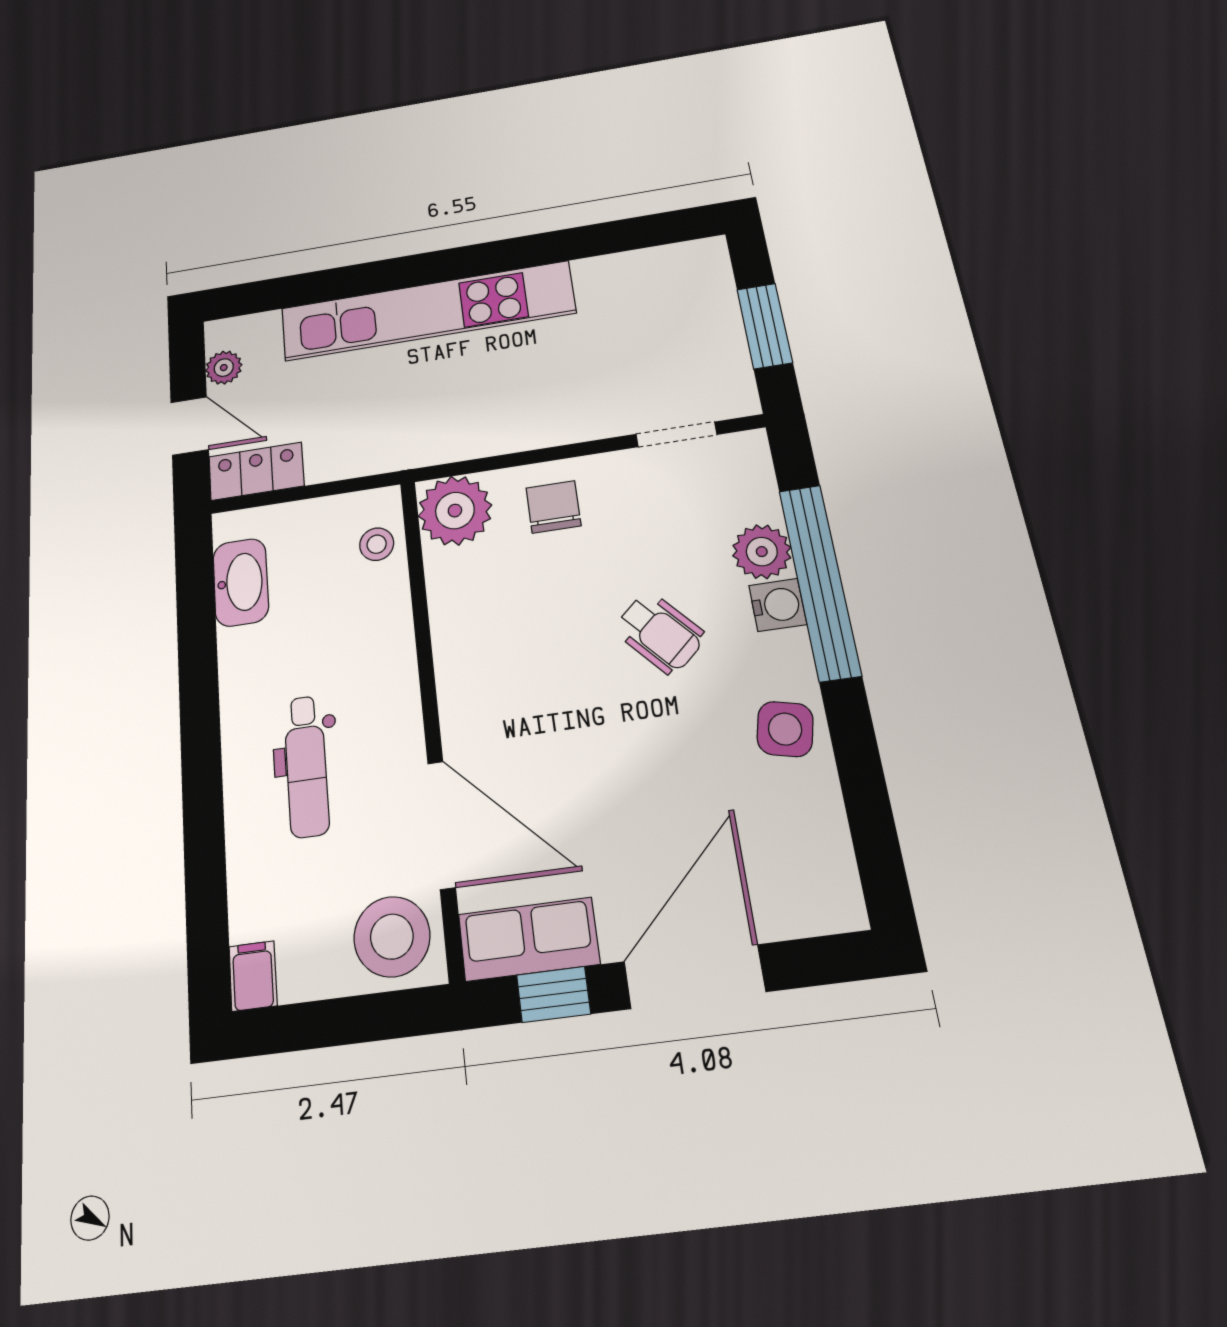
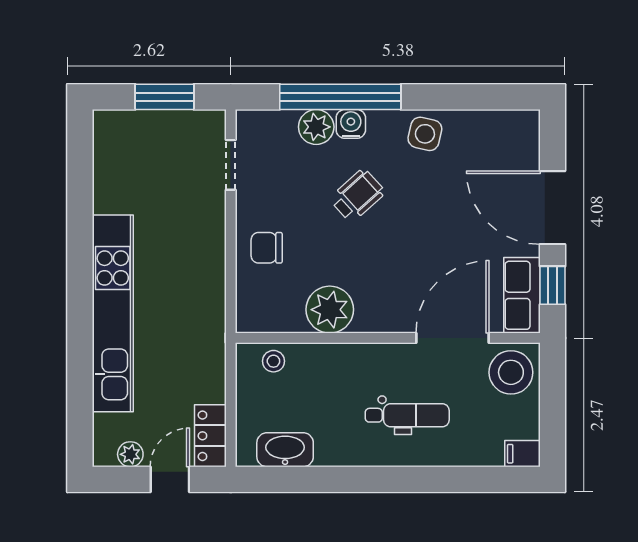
plant: (455, 511) -> (330, 310), moved

